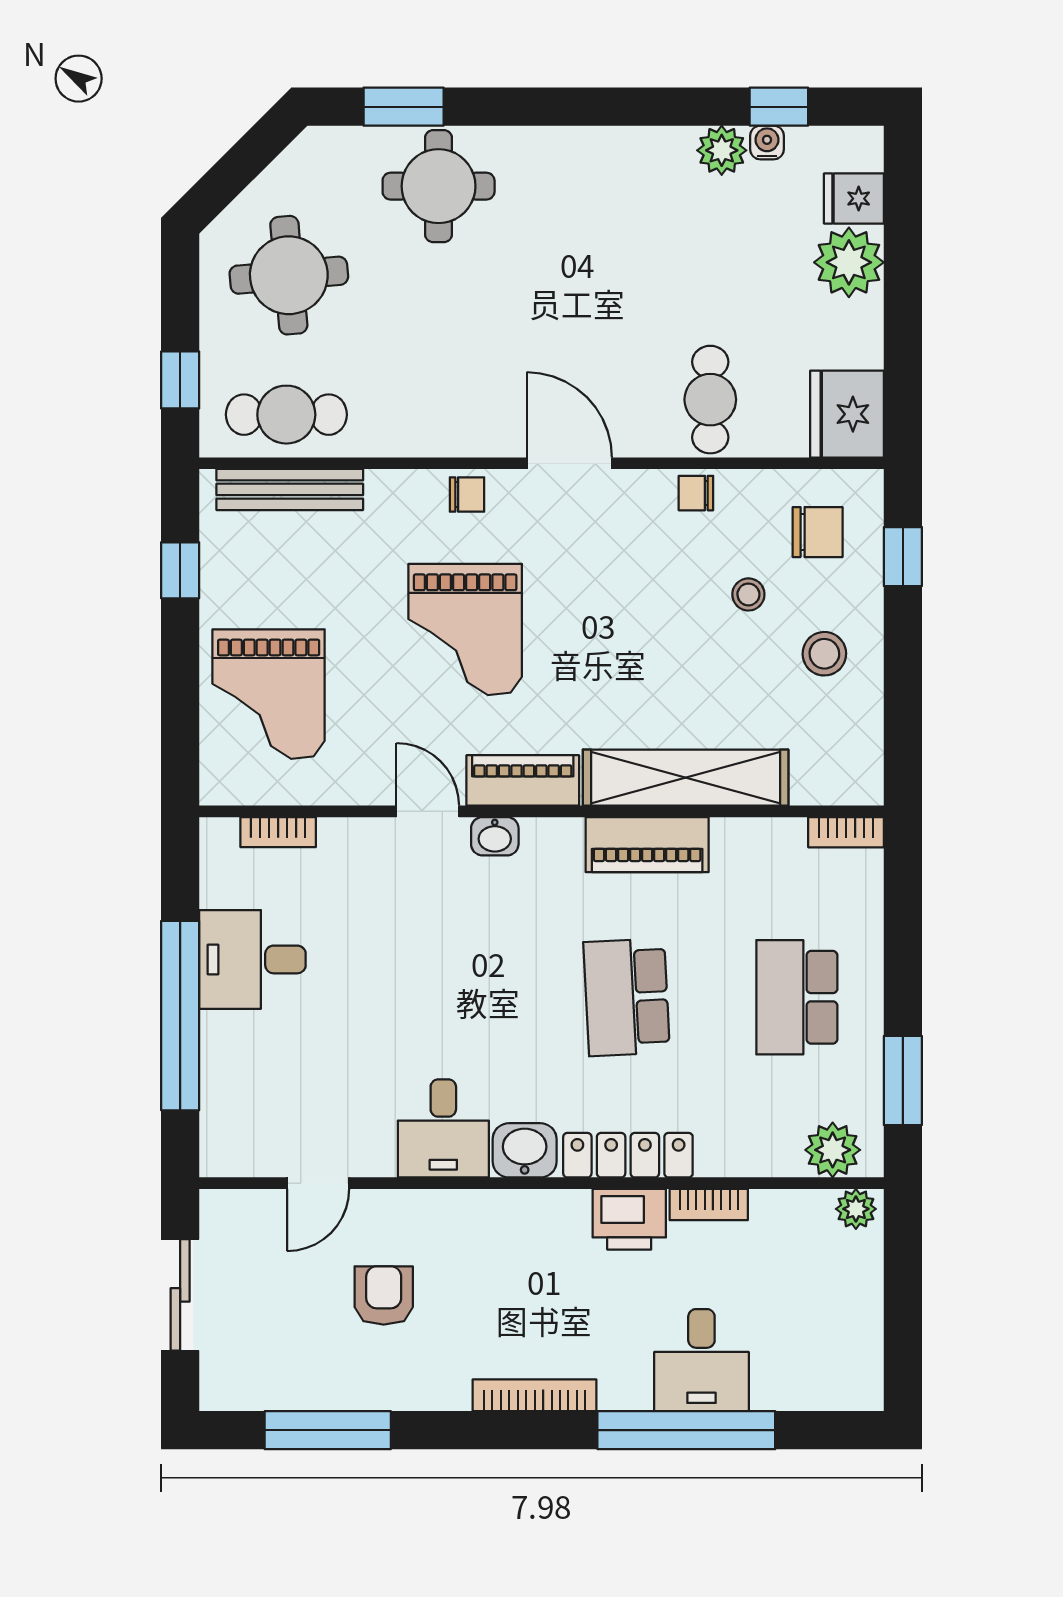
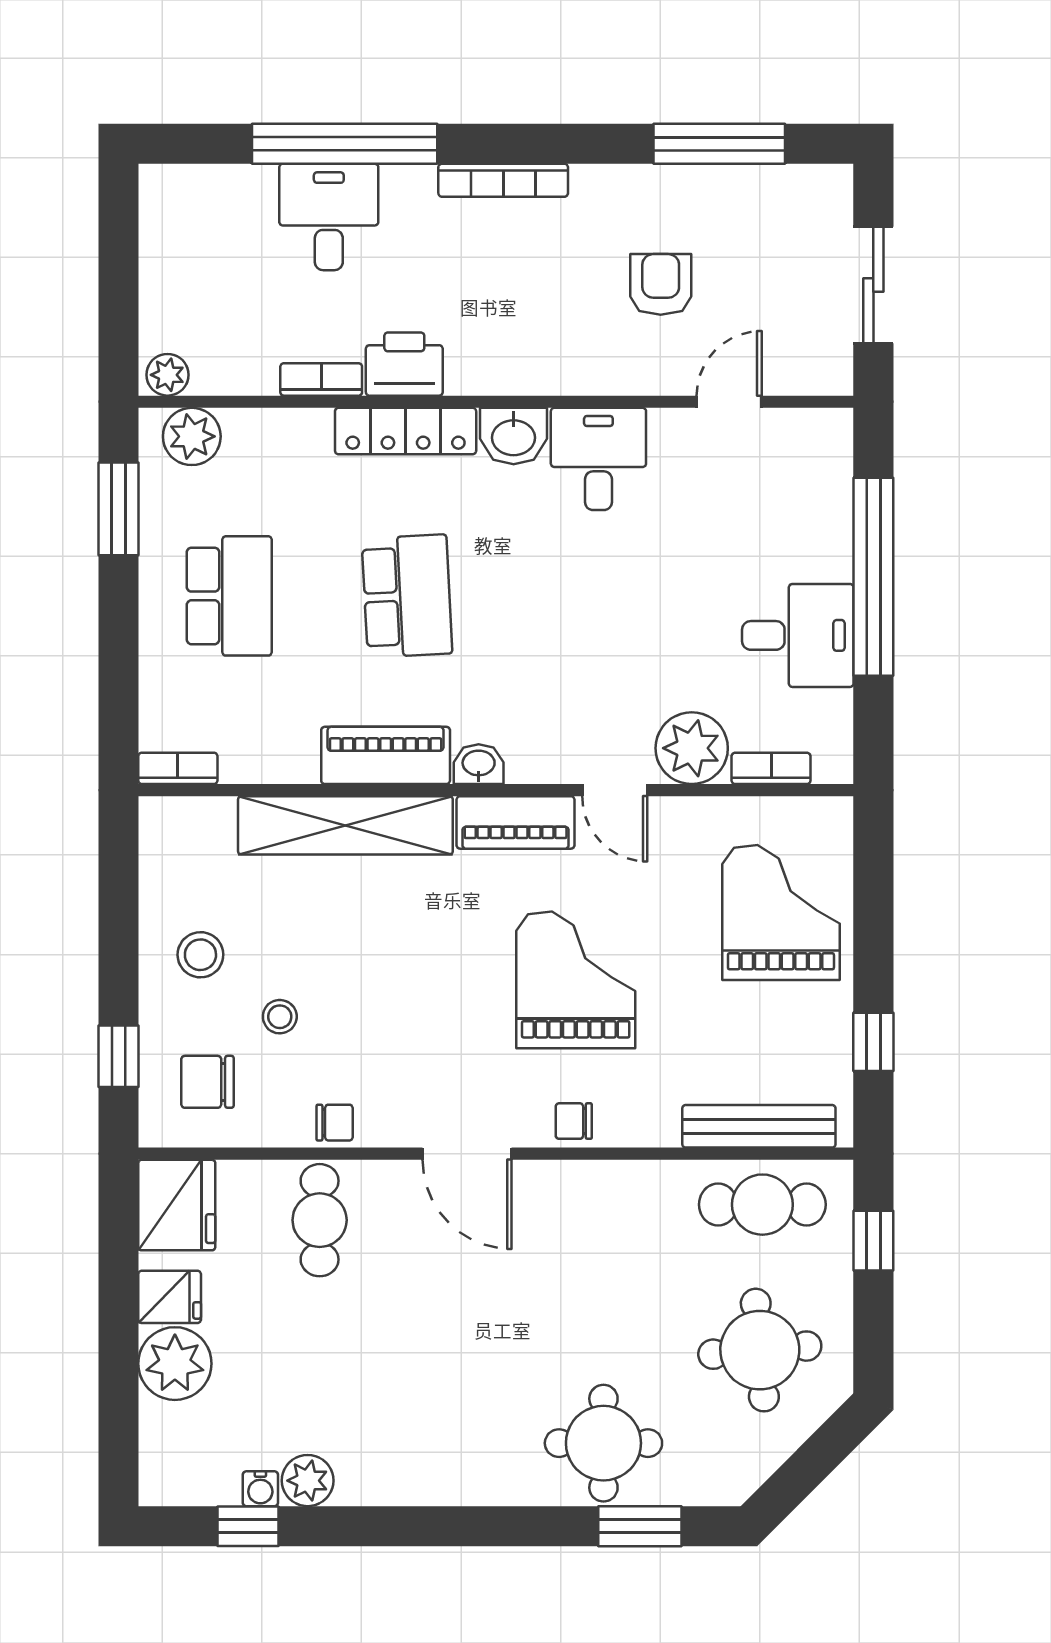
fridge: (854, 199) -> (170, 1297), moved
washbasin: (495, 836) -> (479, 764), moved
plant: (354, 852) -> (692, 748), added
armchair: (384, 1295) -> (661, 284), turned 180

